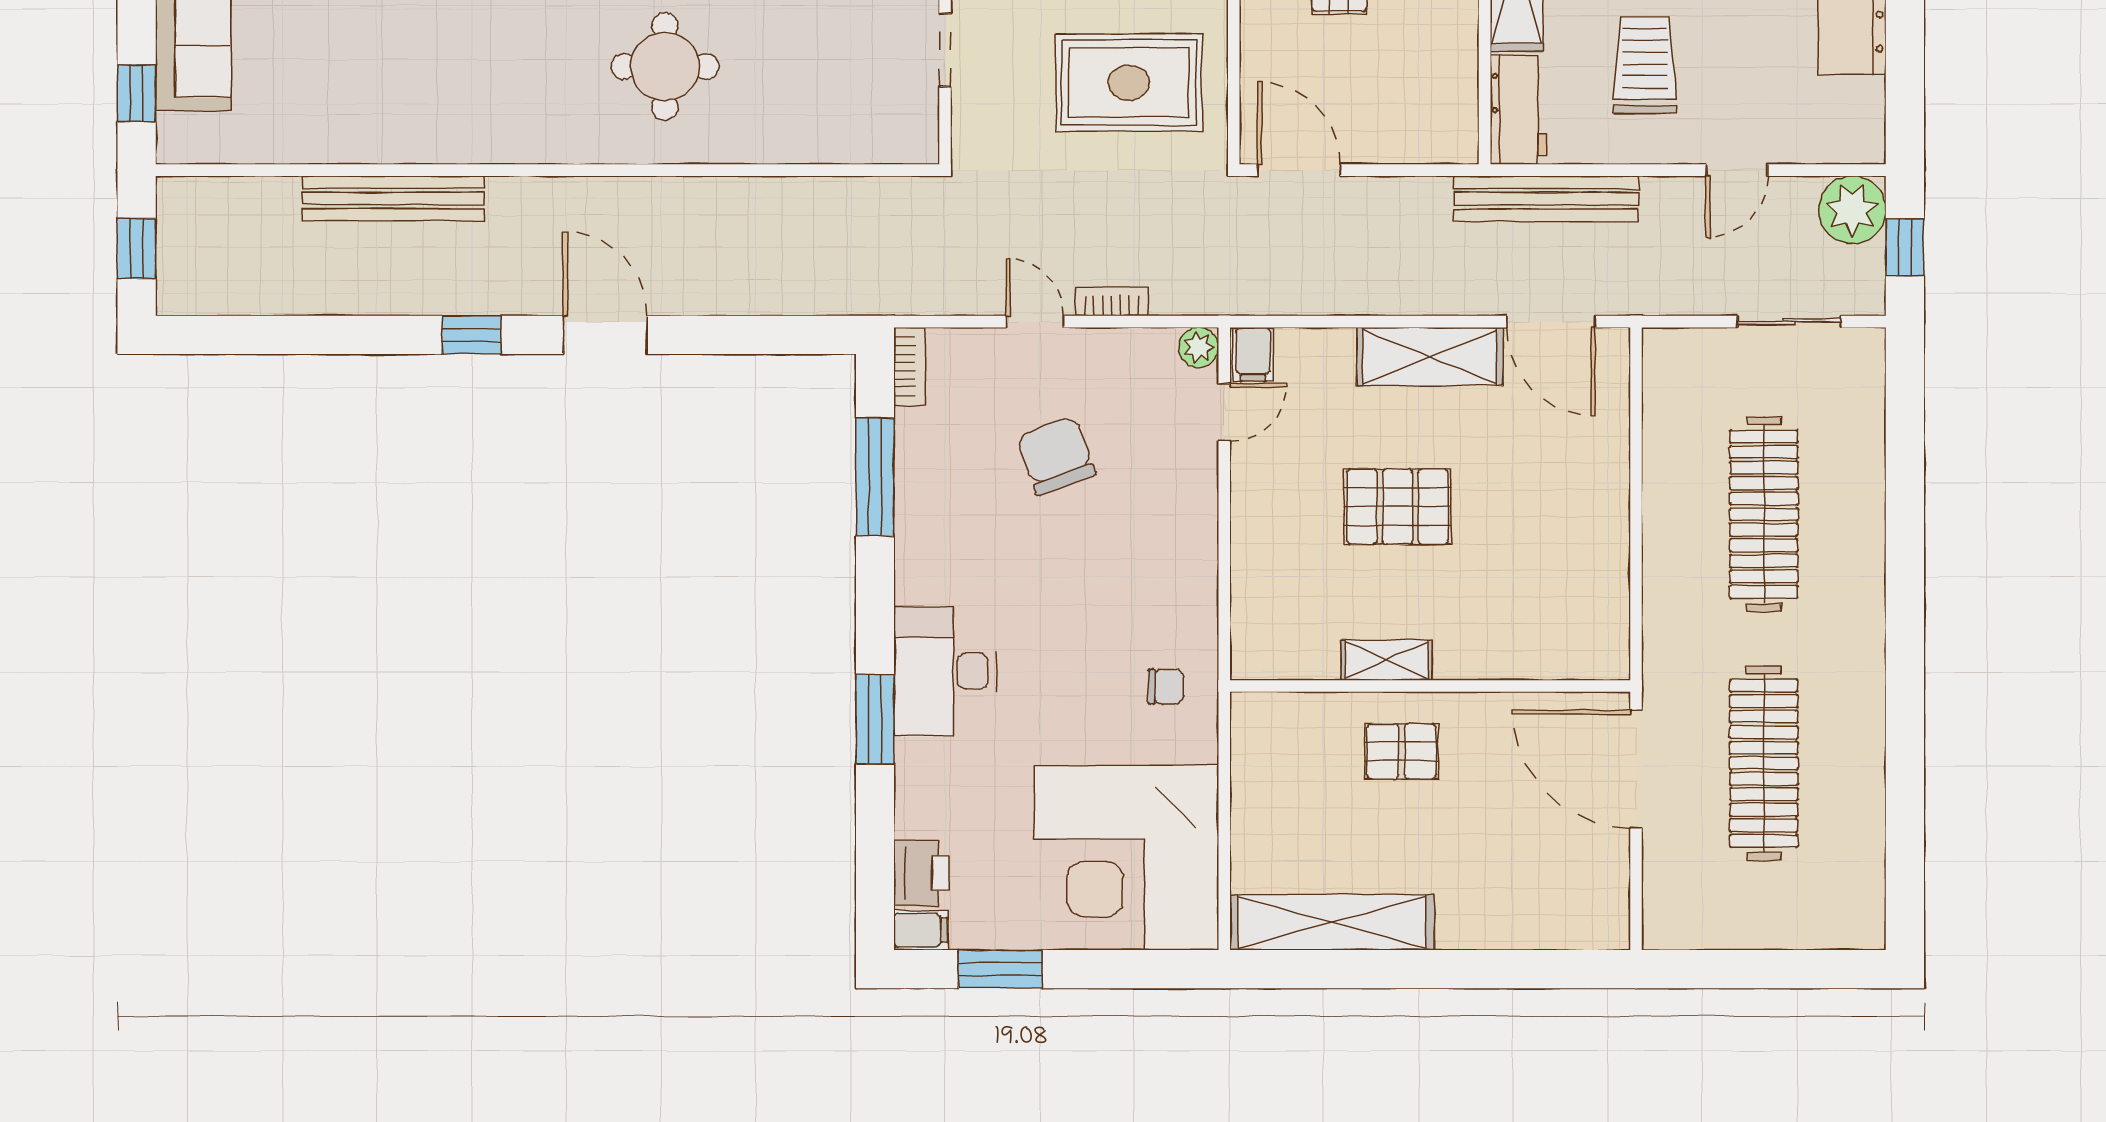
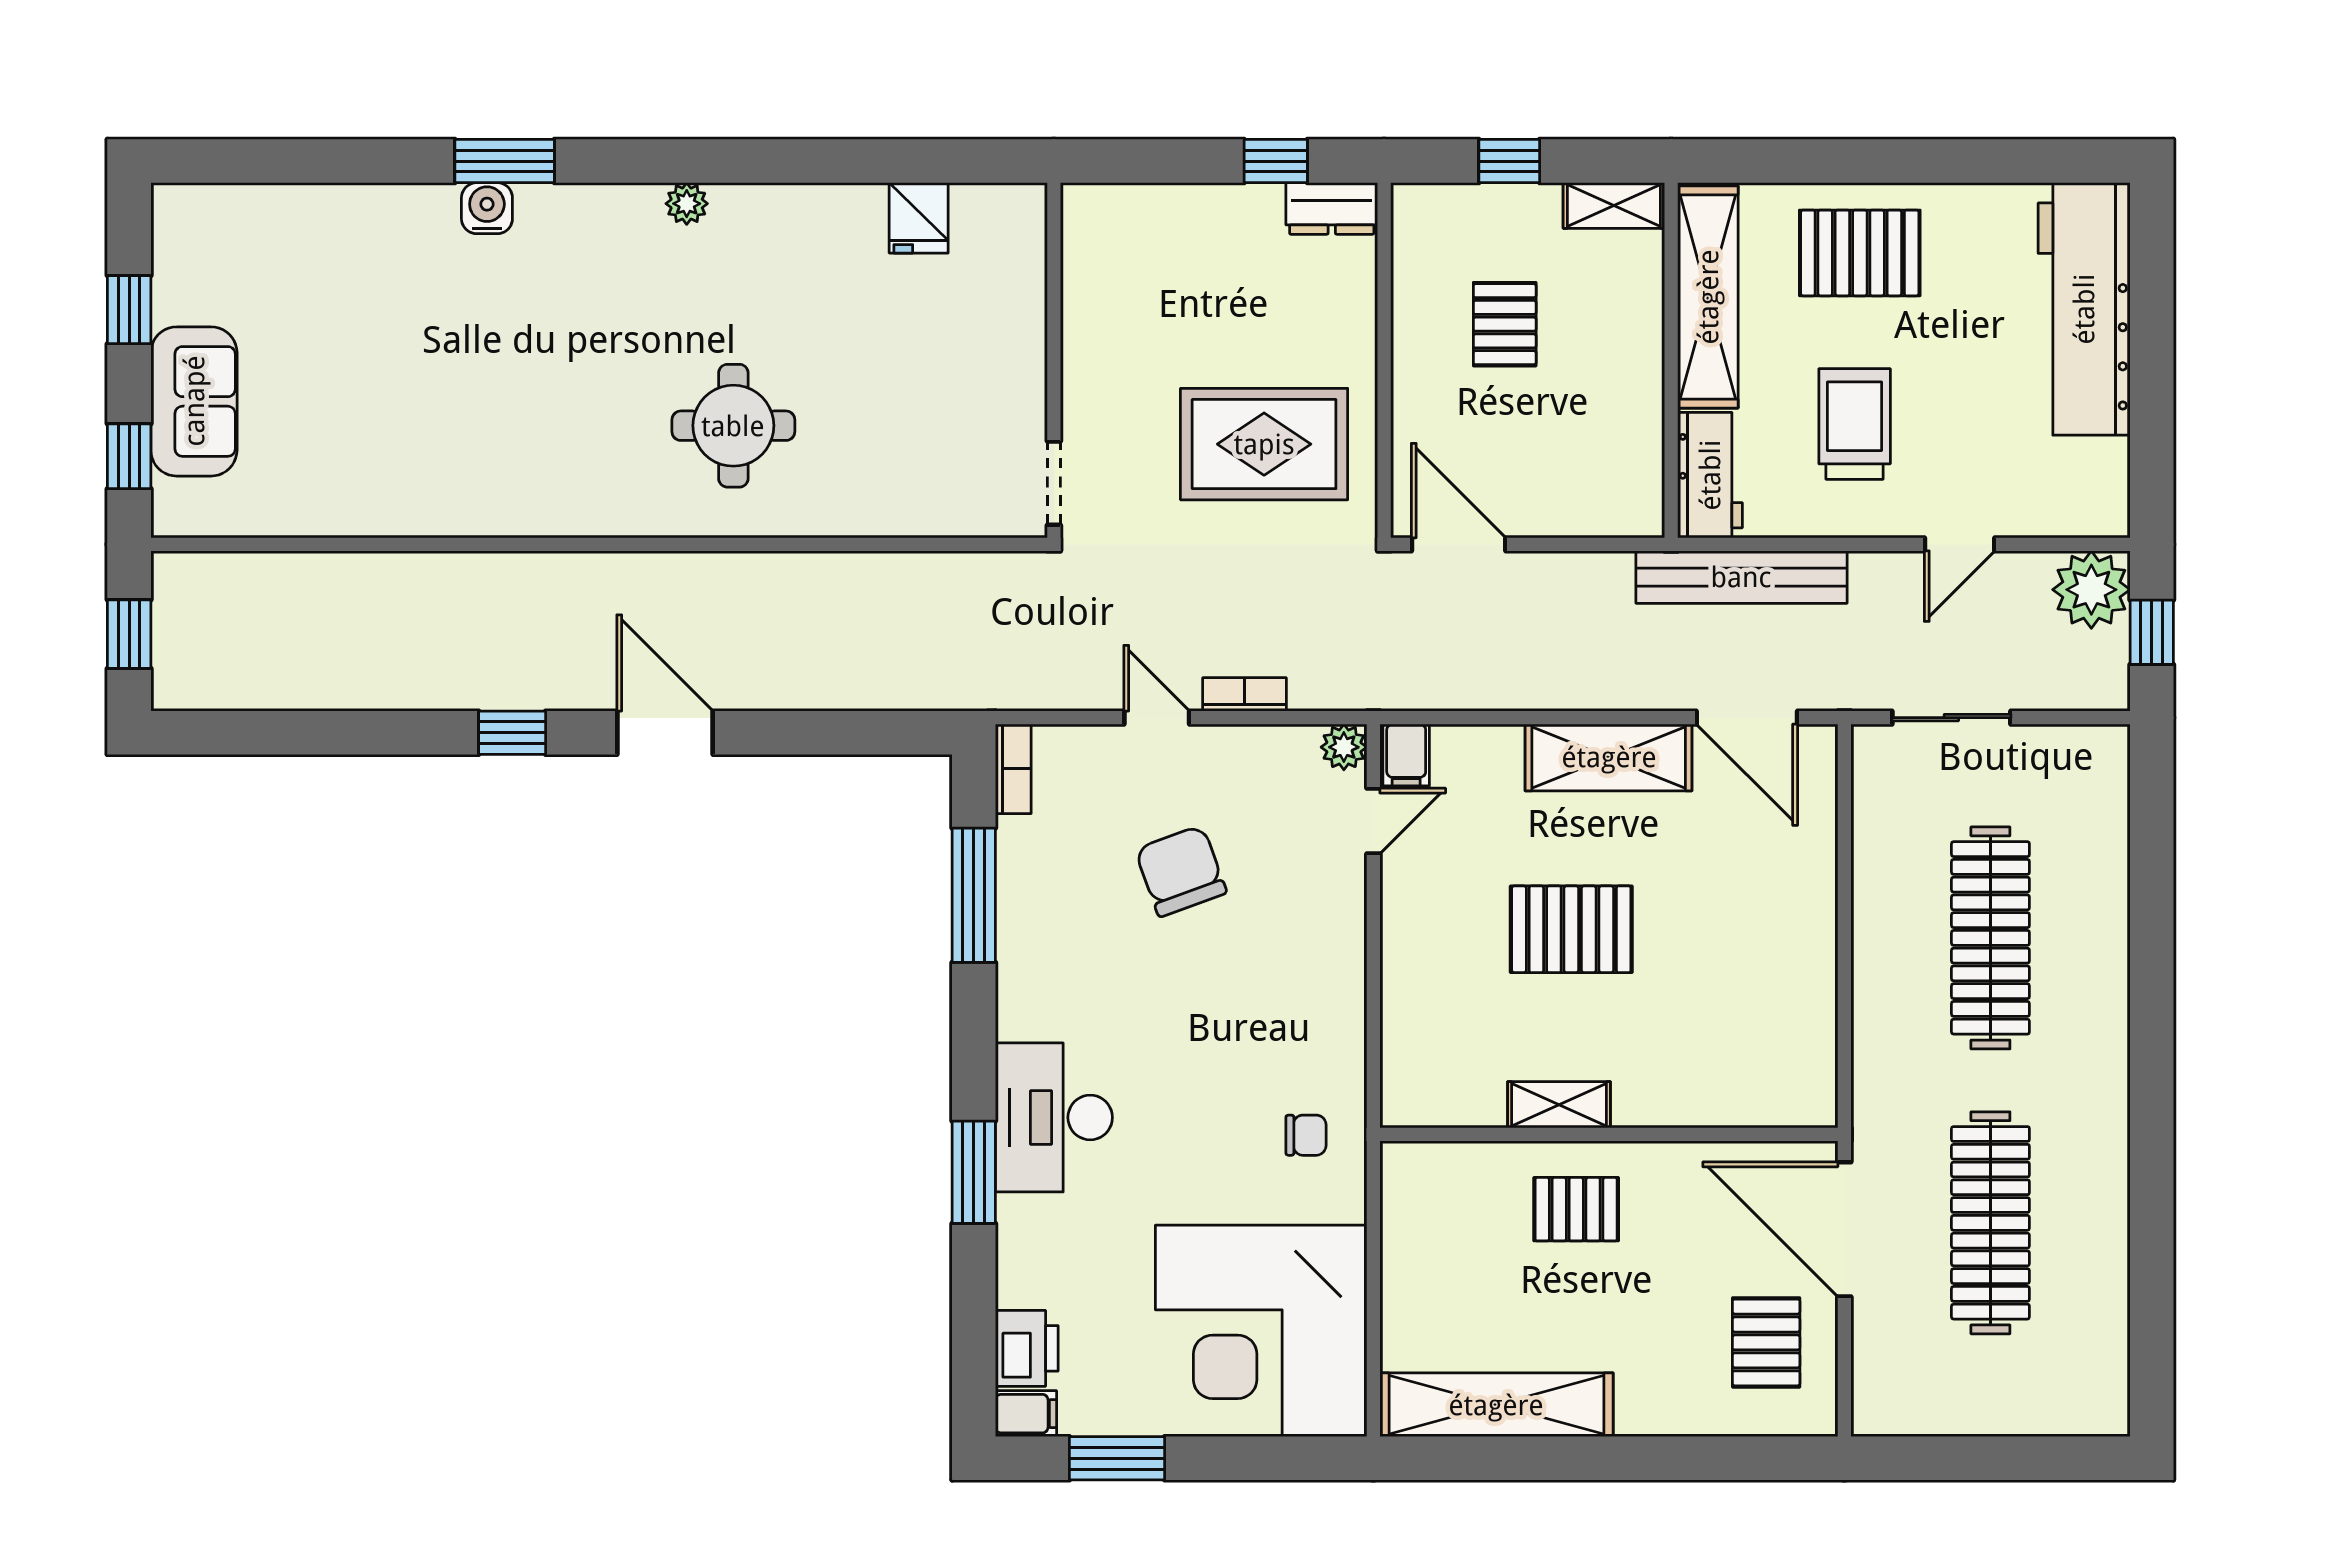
doorway: (945, 50) -> (1054, 483), moved
bench: (393, 198) -> (423, 577), removed
sliding door: (1789, 322) -> (1951, 718), moved
pallet: (1568, 868) -> (1766, 1342), added

